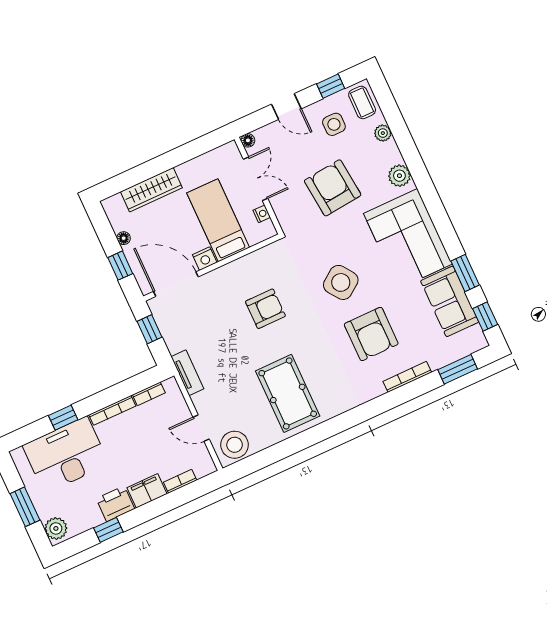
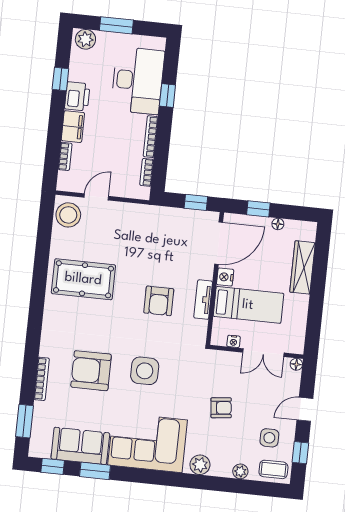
armchair: (333, 188) -> (221, 408), width x0.53, depth x0.53
side table: (341, 282) -> (145, 371), turned 36
tv unit: (187, 373) -> (203, 300), moved, turned 90

